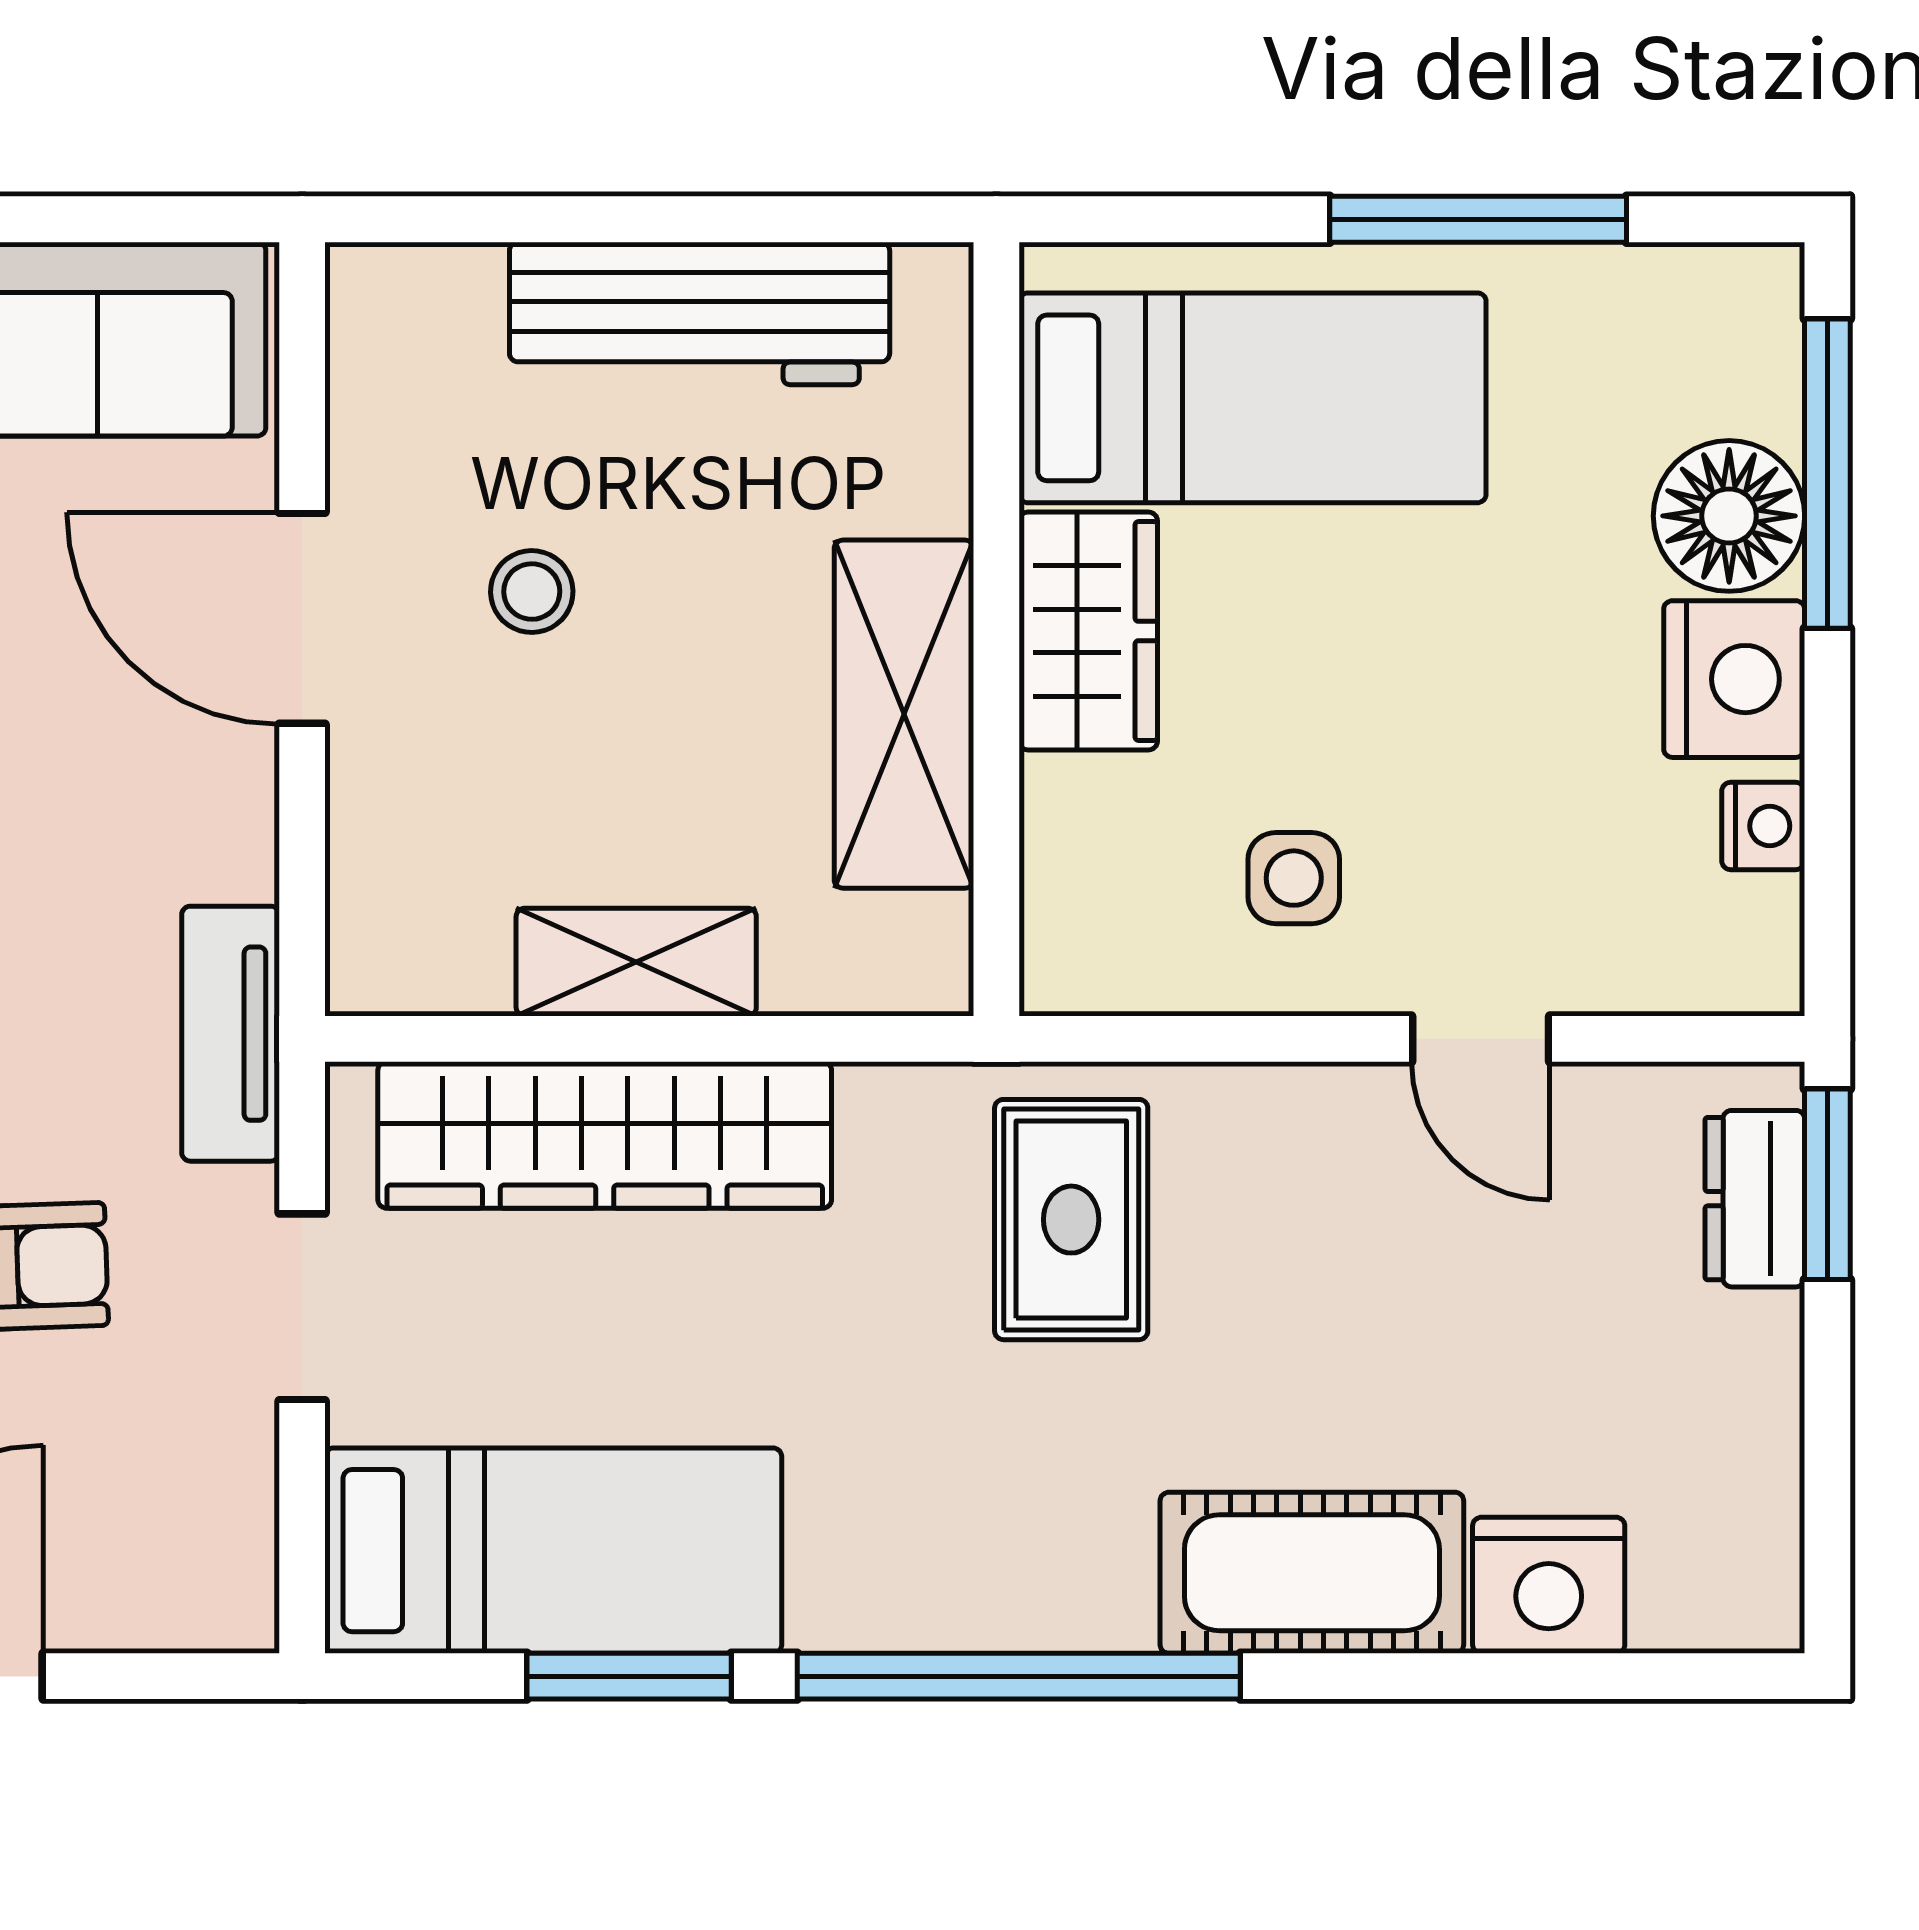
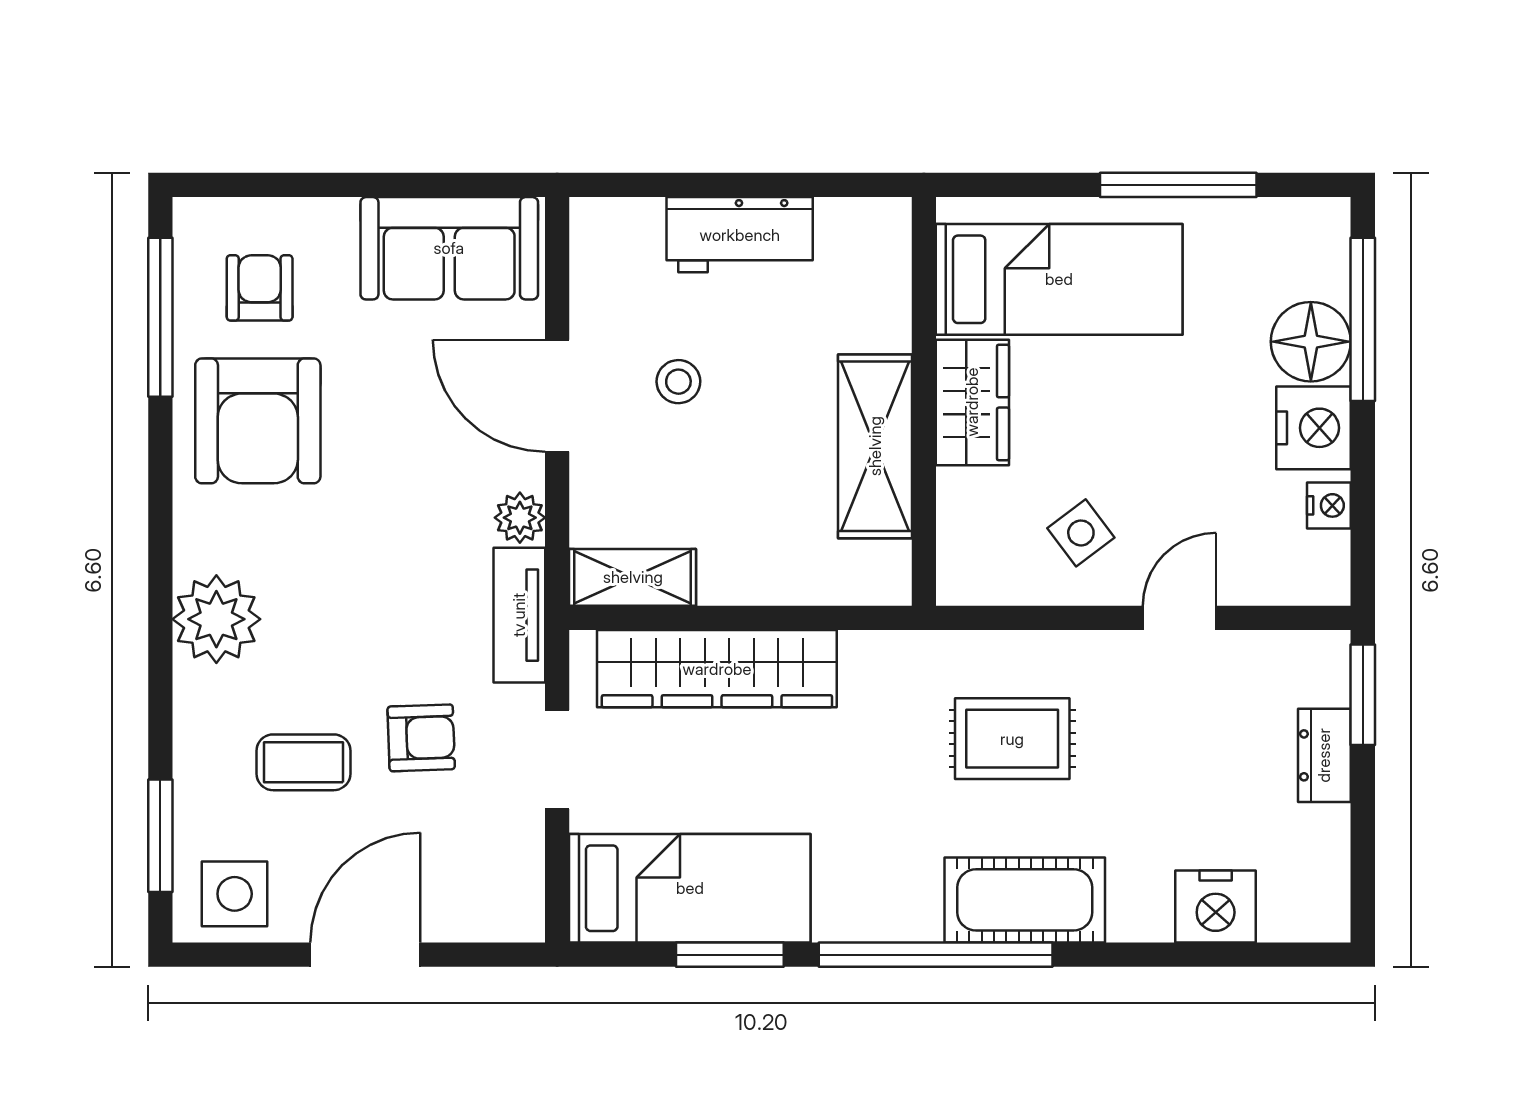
workbench: (700, 313) -> (740, 235), width x0.73
plant: (232, 849) -> (520, 518), added
side table: (1294, 878) -> (1081, 533), turned -37
shelving: (636, 962) -> (633, 577), moved
door: (1481, 1039) -> (1180, 618), swing flipped
dresser: (1755, 1199) -> (1324, 755), moved
rug: (1071, 1220) -> (1012, 739), moved, turned 90
cot: (1312, 1573) -> (1025, 900), moved

